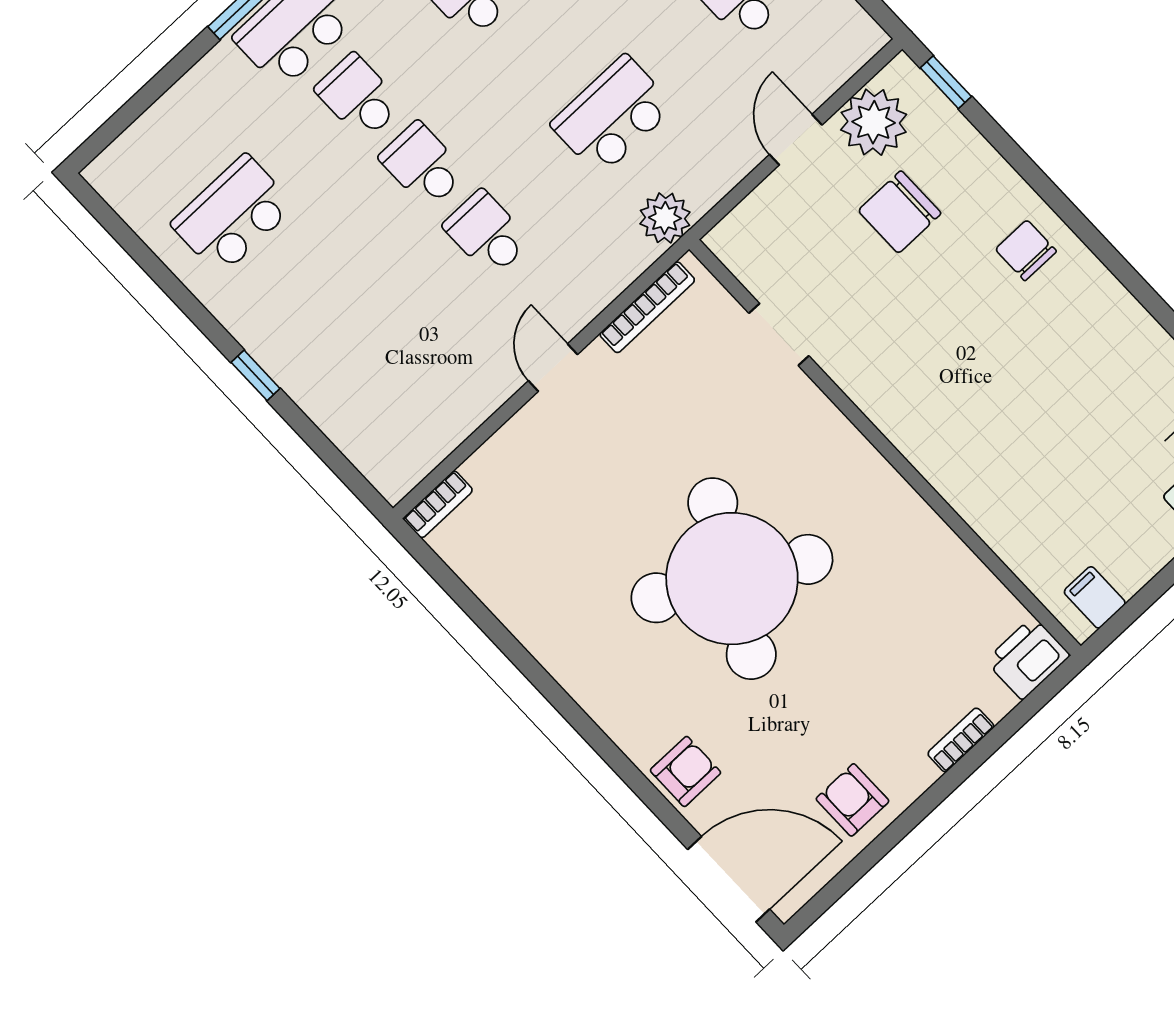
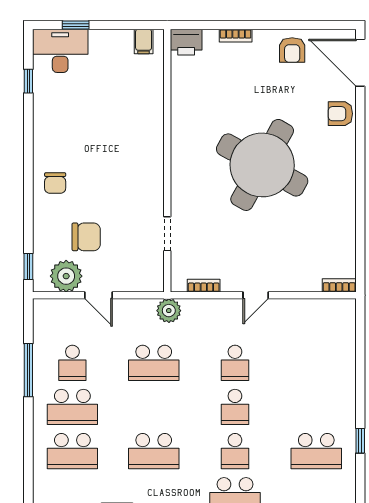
door: (796, 140) -> (99, 295), hinge flipped
bookcase: (647, 307) -> (204, 286), width x0.64
window: (256, 375) -> (360, 441), moved

